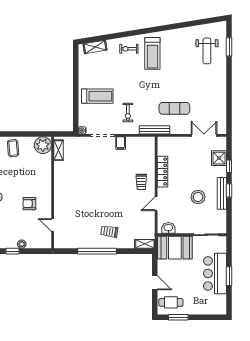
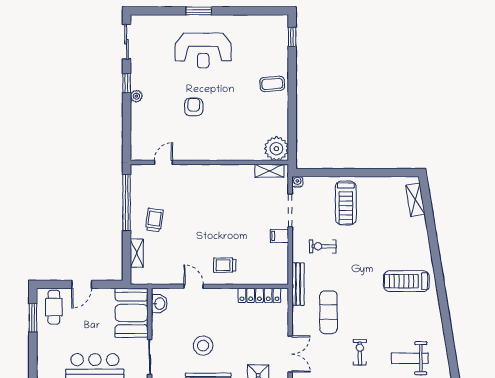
exercise bike: (129, 49) -> (360, 352), moved
plant: (43, 145) -> (276, 149), moved
shelving: (58, 150) -> (269, 171), moved
locker: (163, 172) -> (259, 295), moved
wall: (53, 193) -> (209, 162), moved
door: (53, 225) -> (164, 162), moved
shelving: (145, 244) -> (137, 253), moved

